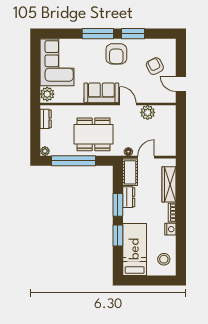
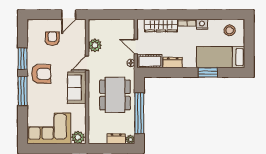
armchair: (155, 66) -> (52, 39), turned 117
dresser: (46, 119) -> (116, 139), moved
window: (118, 205) -> (180, 72), removed

